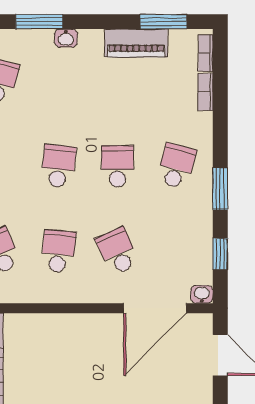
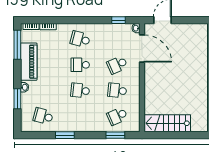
window: (164, 22) -> (17, 45), width x1.44
piano: (136, 43) -> (29, 62), width x1.37, depth x1.33
window: (220, 189) -> (90, 20), removed

